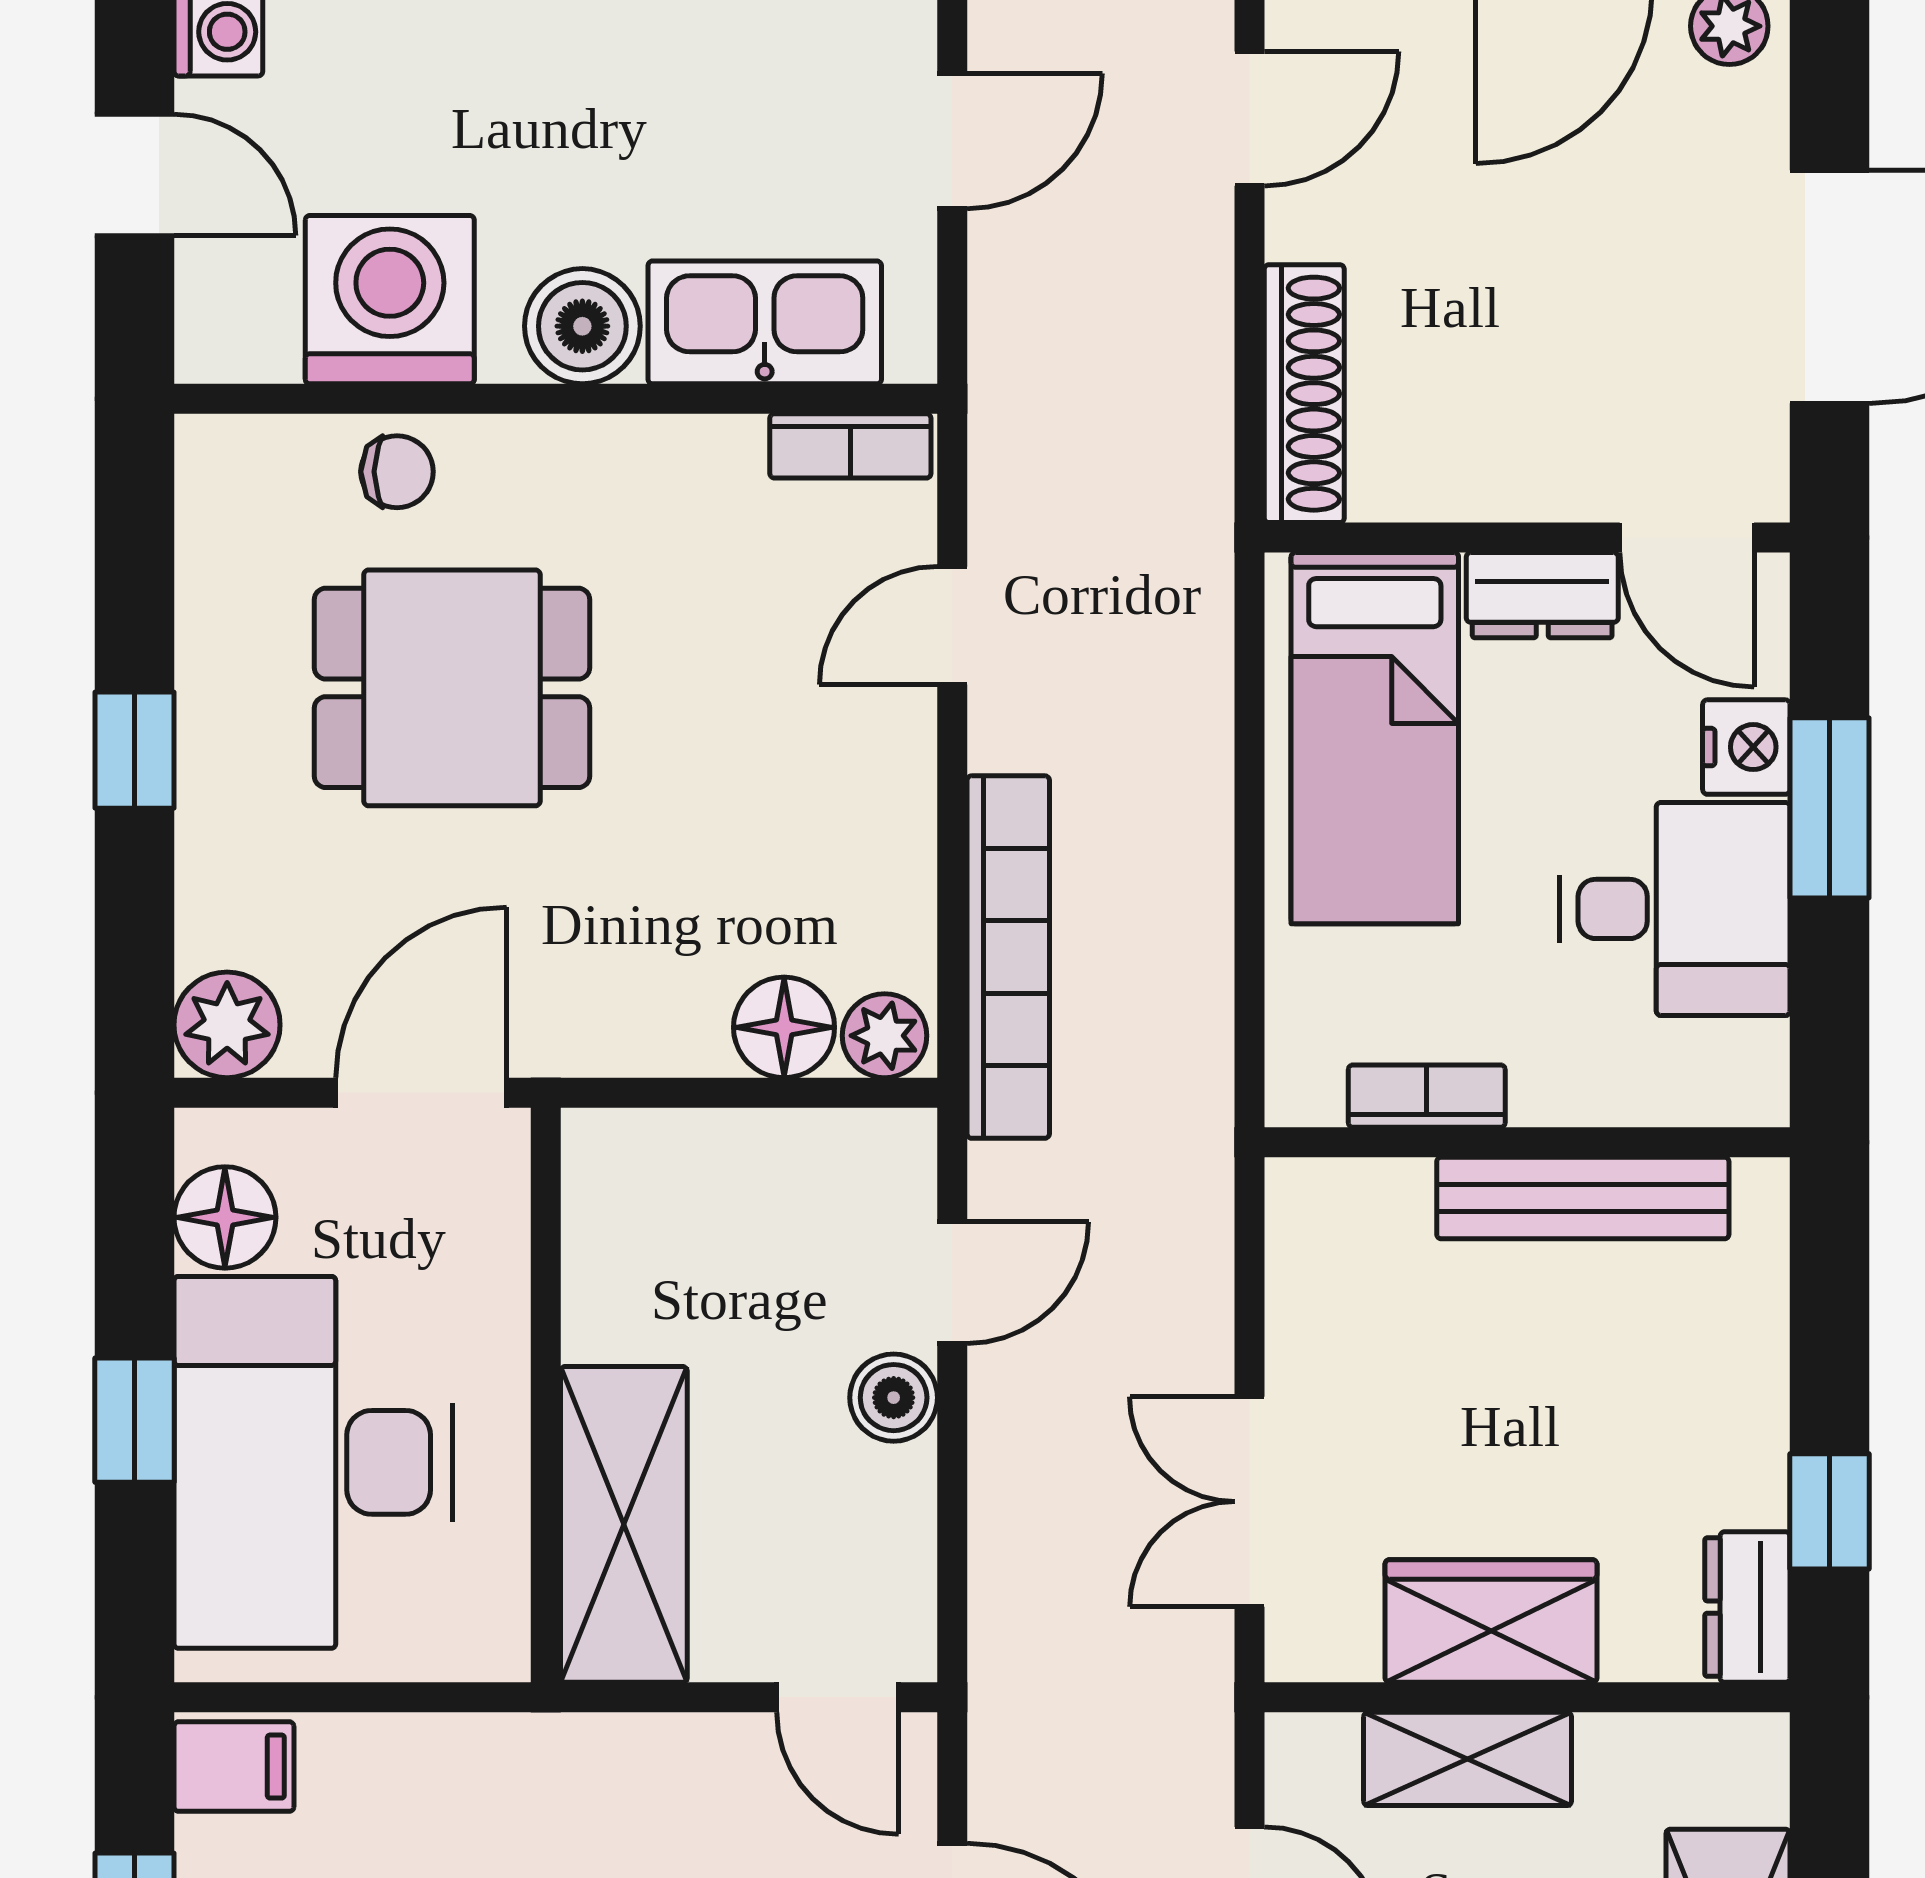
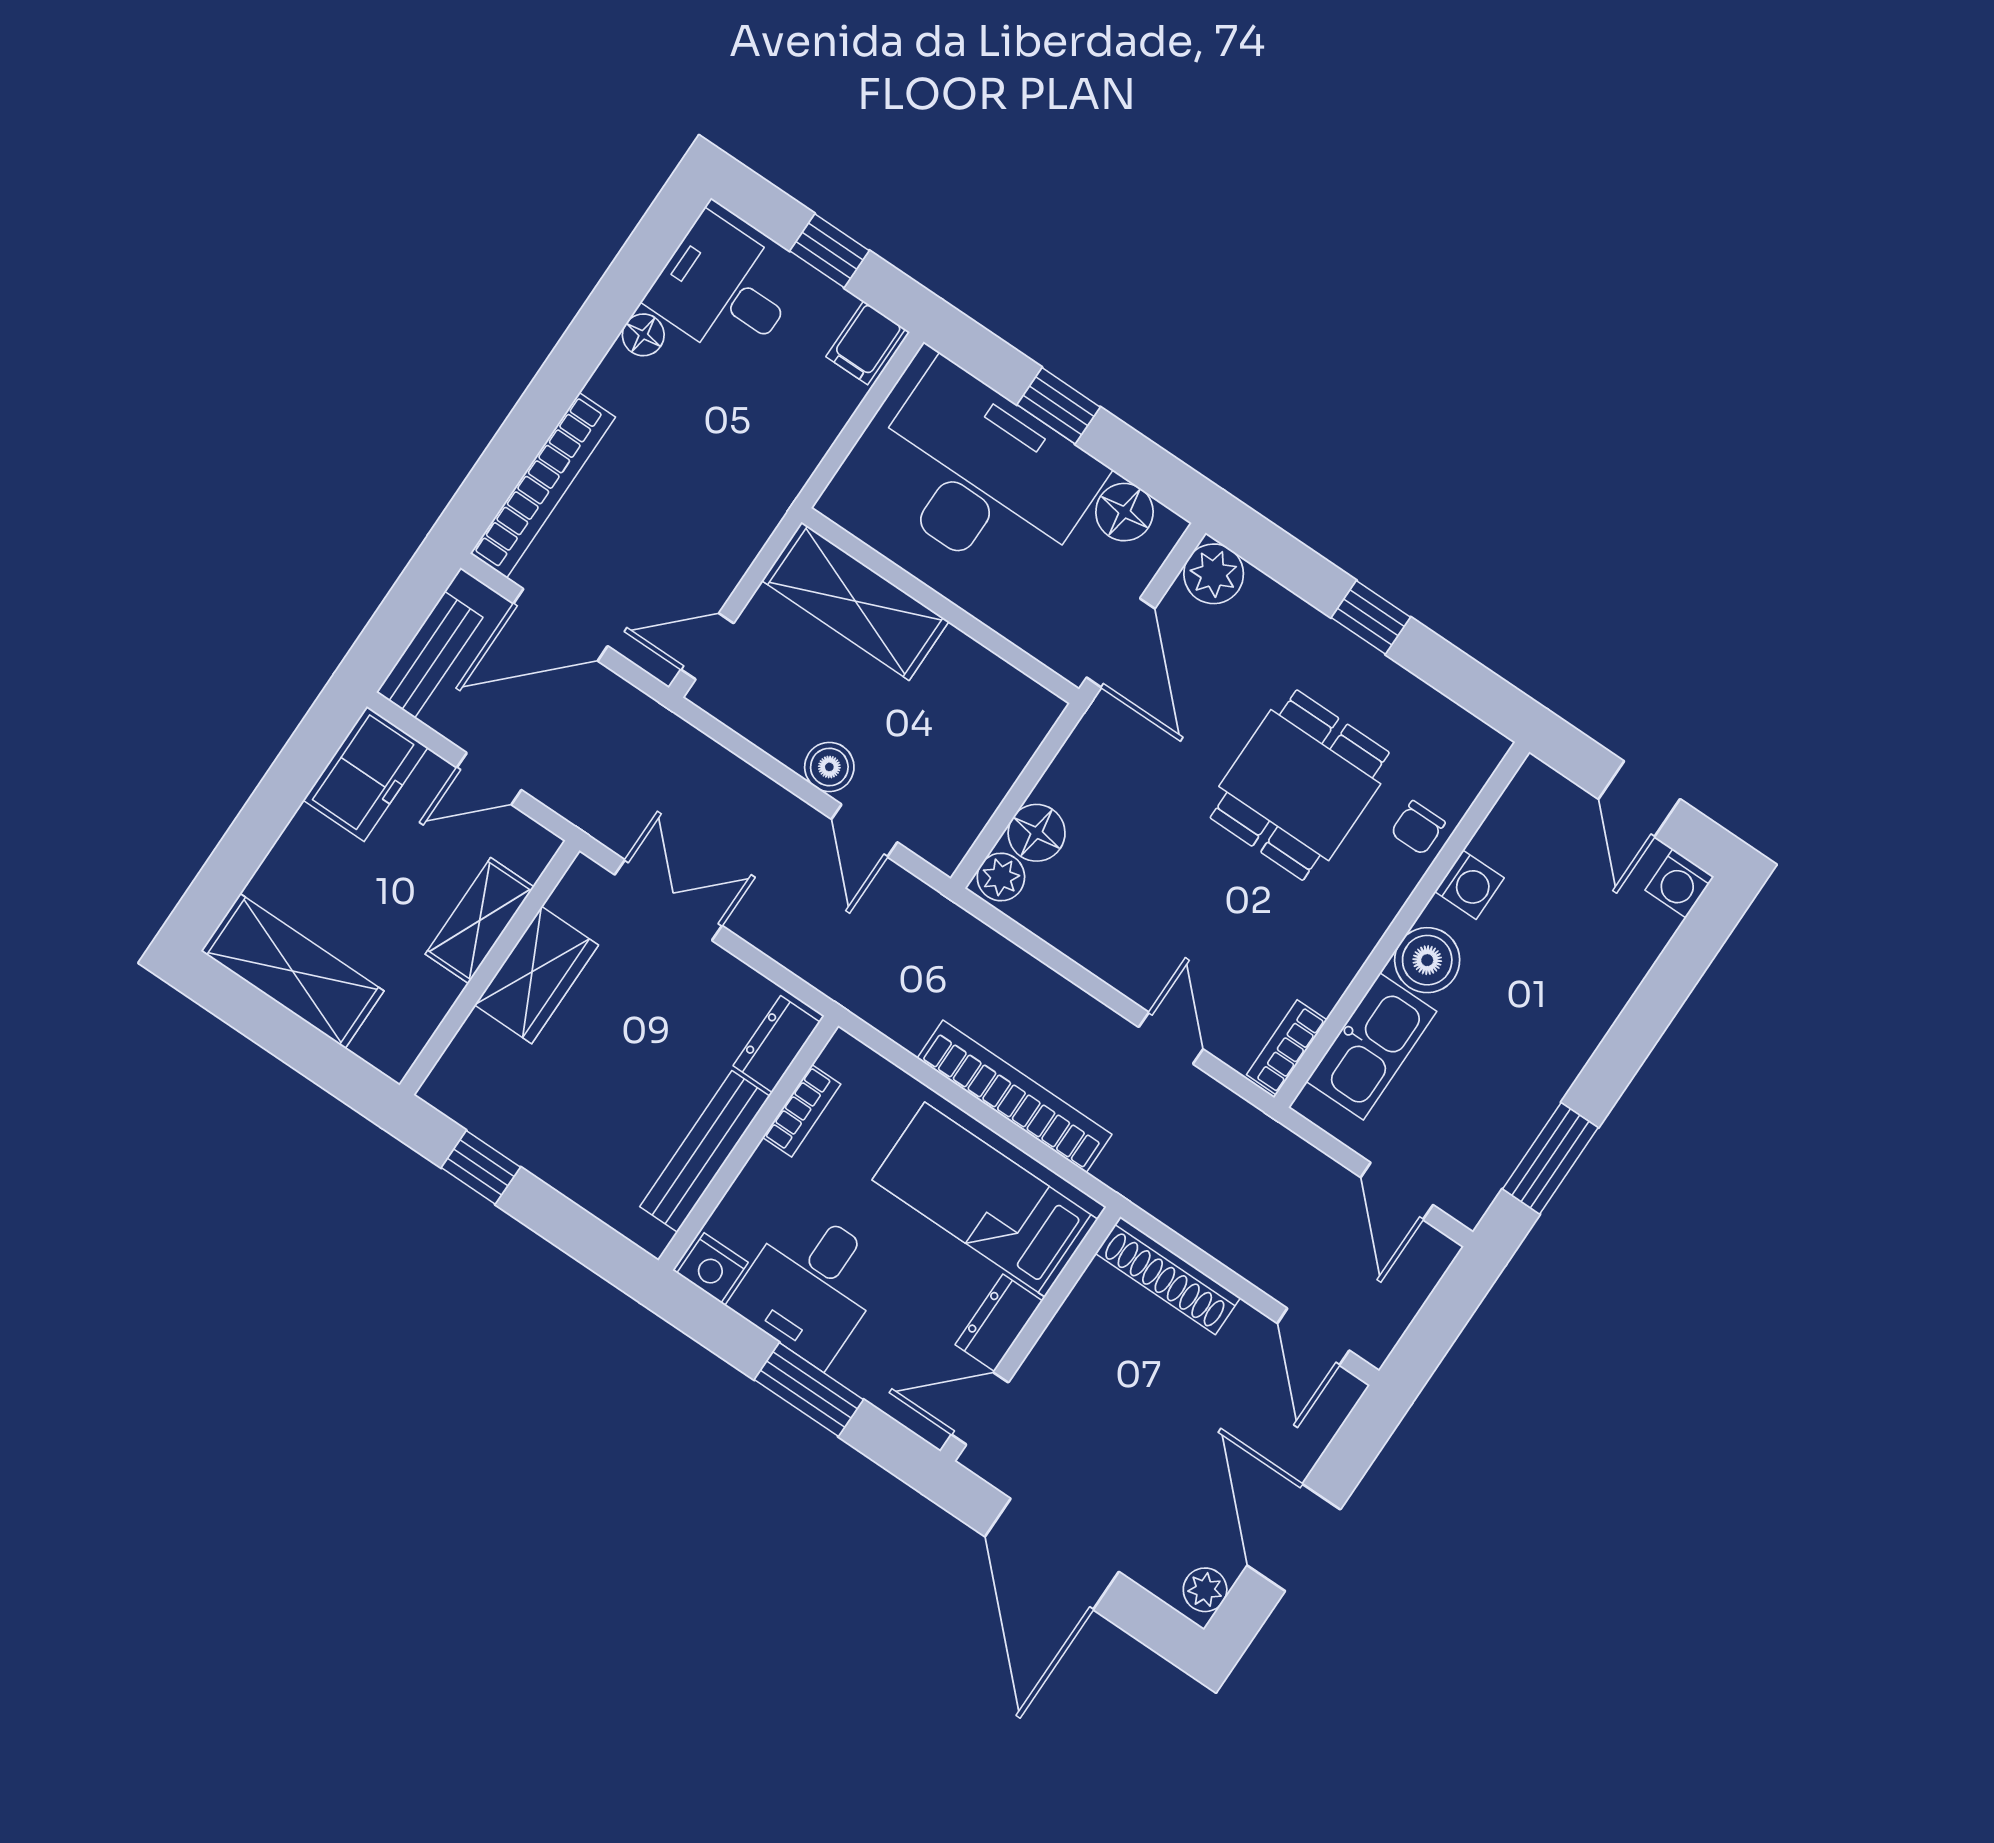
door: (134, 175) -> (1639, 799), hinge flipped
washing machine: (390, 300) -> (1469, 885), width x0.53, depth x0.53
nightstand: (1746, 747) -> (713, 1268), moved
bookcase: (1008, 957) -> (1015, 1096), moved, turned 180
dresser: (1747, 1607) -> (777, 1044), moved, turned -90

